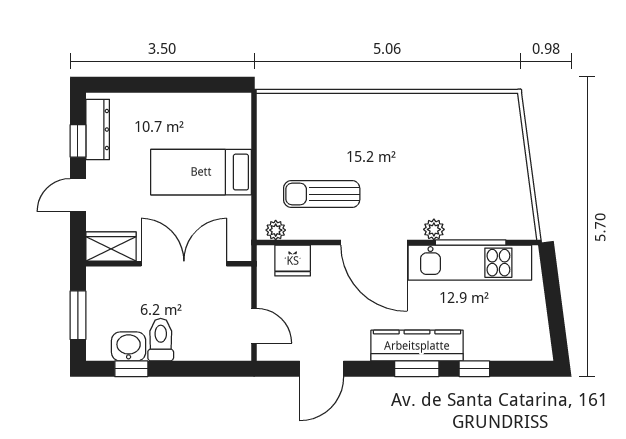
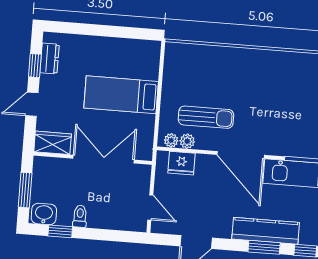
dresser: (98, 130) -> (50, 59), width x0.70
sun lounger: (322, 194) -> (206, 117), turned 180
plant: (434, 229) -> (187, 141), moved
toilet: (161, 340) -> (80, 216), width x0.73, depth x0.72
washbasin: (129, 346) -> (44, 214), moved

